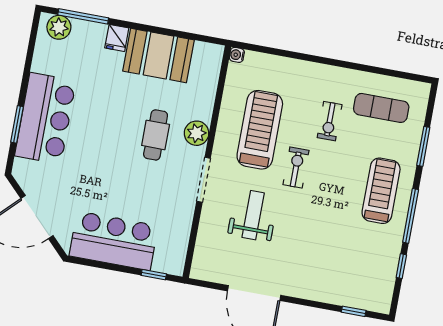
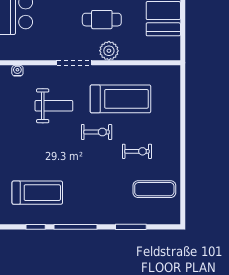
water cooler: (237, 55) -> (17, 71), moved
exercise mat: (381, 108) -> (154, 189), turned 90
exercise bike: (330, 121) -> (137, 151), turned 180
treadmill: (381, 191) -> (37, 193), moved

